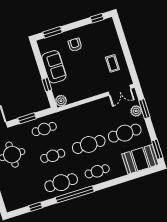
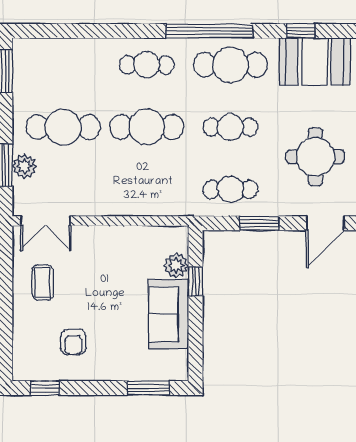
armchair: (75, 45) -> (73, 342), moved
double door: (119, 90) -> (46, 221), swing flipped
plant: (61, 101) -> (176, 265), moved
booth: (140, 159) -> (315, 61), moved

